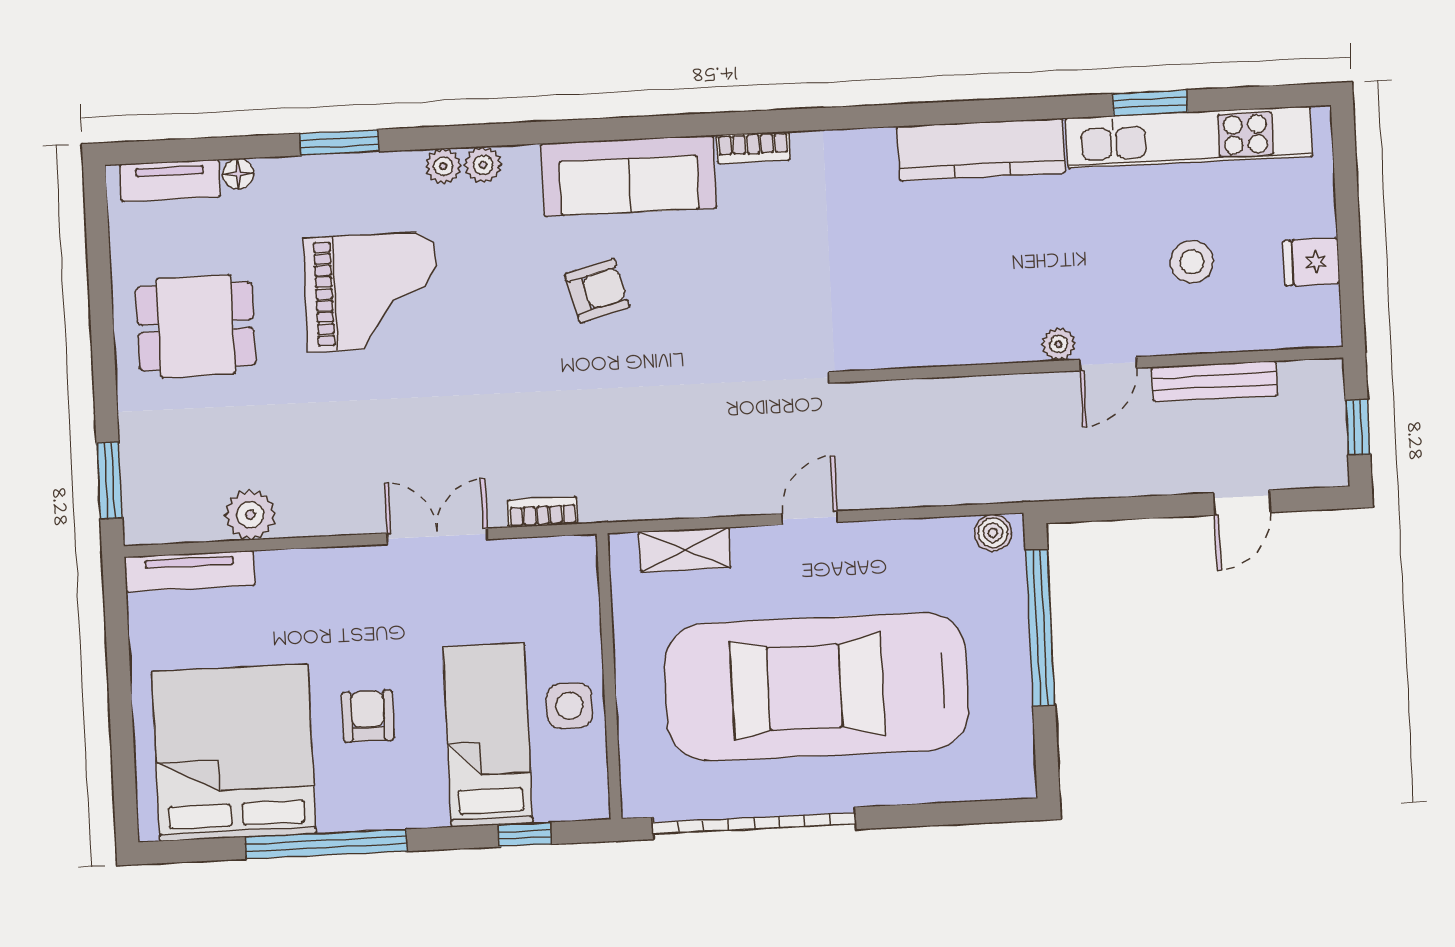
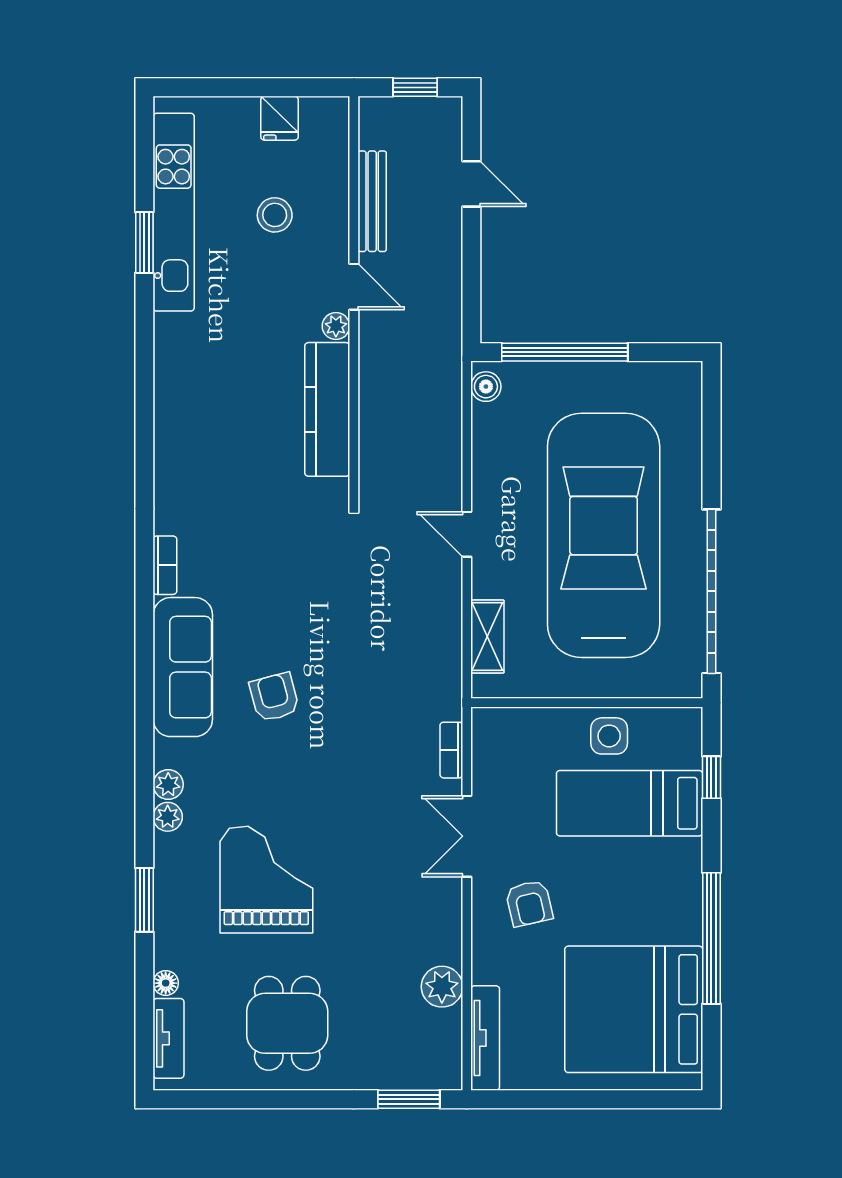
kitchen counter: (981, 150) -> (327, 409), moved, turned 180
car: (817, 687) -> (604, 535), turned 180
armchair: (368, 716) -> (529, 903), moved, turned -103

